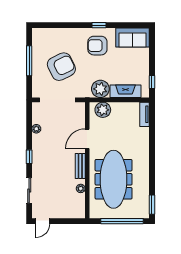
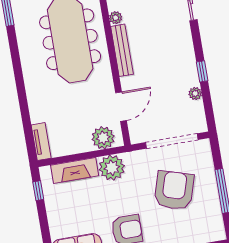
armchair: (61, 67) -> (174, 190), turned 133
door: (87, 139) -> (121, 107), moved
window: (29, 157) -> (202, 71), moved
bench: (80, 166) -> (122, 50), width x1.36

